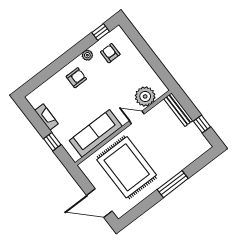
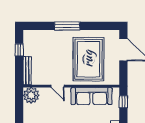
plant: (145, 96) -> (31, 95), moved
window: (52, 142) -> (123, 102), moved

